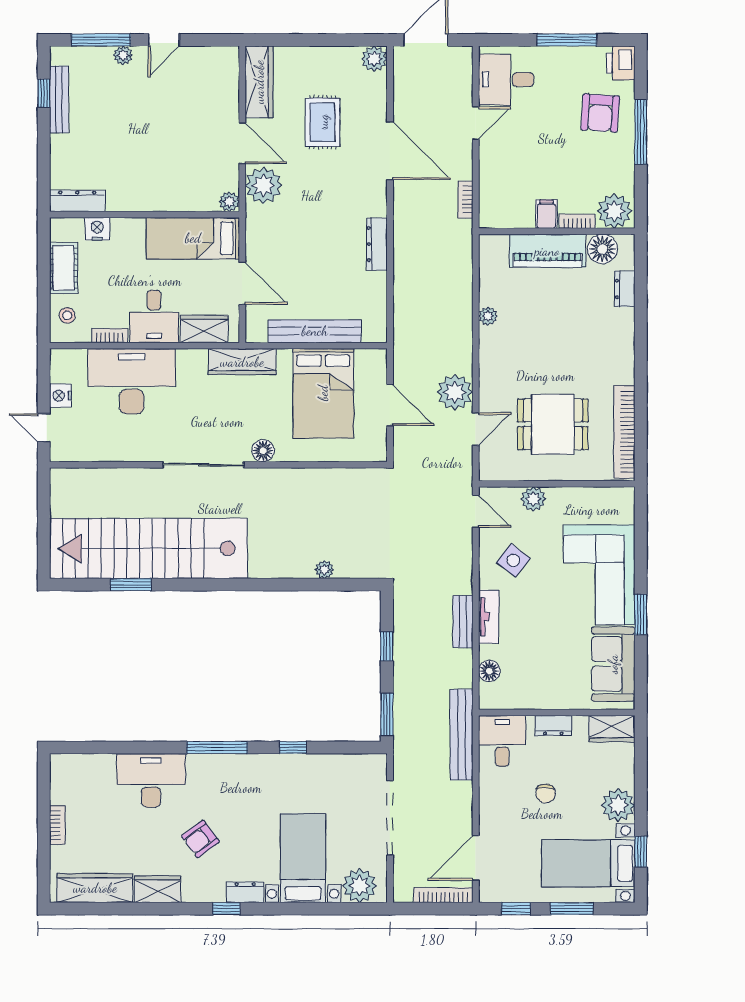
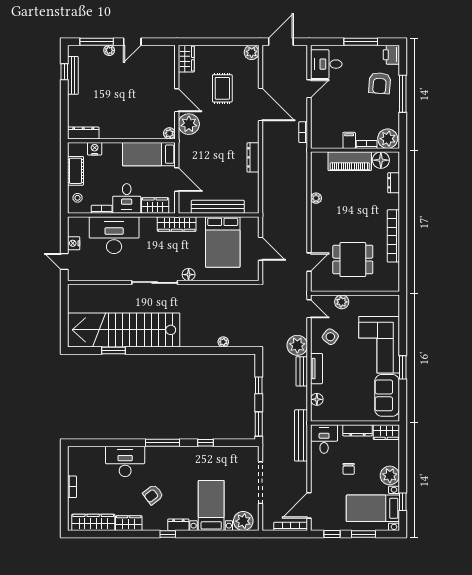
wardrobe: (259, 82) -> (186, 59), width x0.67
plant: (455, 392) -> (297, 345), moved
bookcase: (624, 432) -> (393, 236), moved
dresser: (553, 725) -> (358, 430), width x1.44

